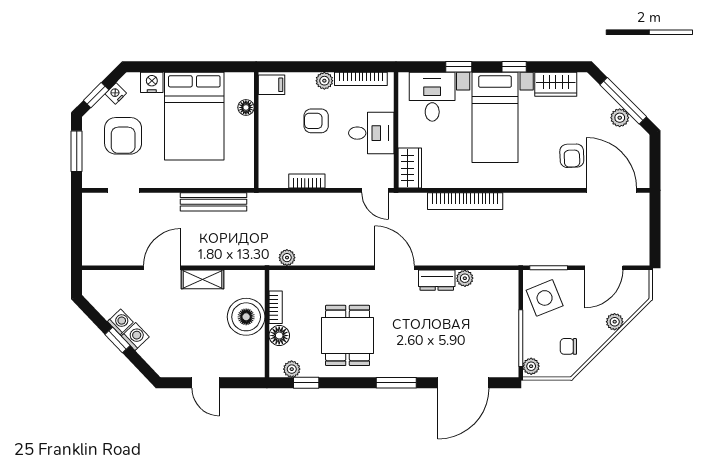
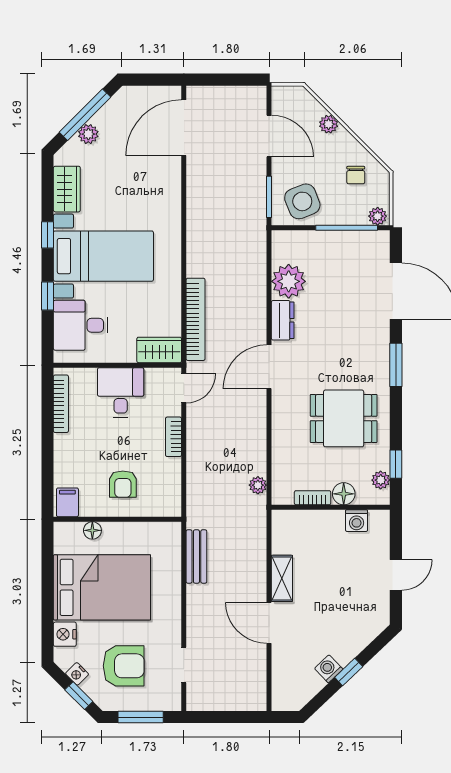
plant: (324, 81) -> (63, 444), removed
plant: (620, 118) -> (88, 134), moved
armchair: (316, 121) -> (123, 484), moved
armchair: (572, 156) -> (146, 171), removed
bookcase: (307, 181) -> (174, 437), moved
bookcase: (465, 201) -> (196, 319), moved
bench: (213, 202) -> (196, 556), width x0.73
plant: (465, 278) -> (289, 281), width x1.87, depth x1.87
boiler: (246, 317) -> (323, 530), removed
washing machine: (135, 337) -> (357, 521), moved, turned -136

